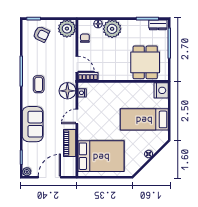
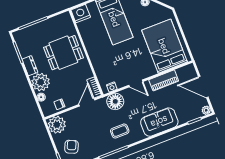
dresser: (158, 25) -> (30, 66), moved
dining table: (145, 62) -> (63, 53), moved

